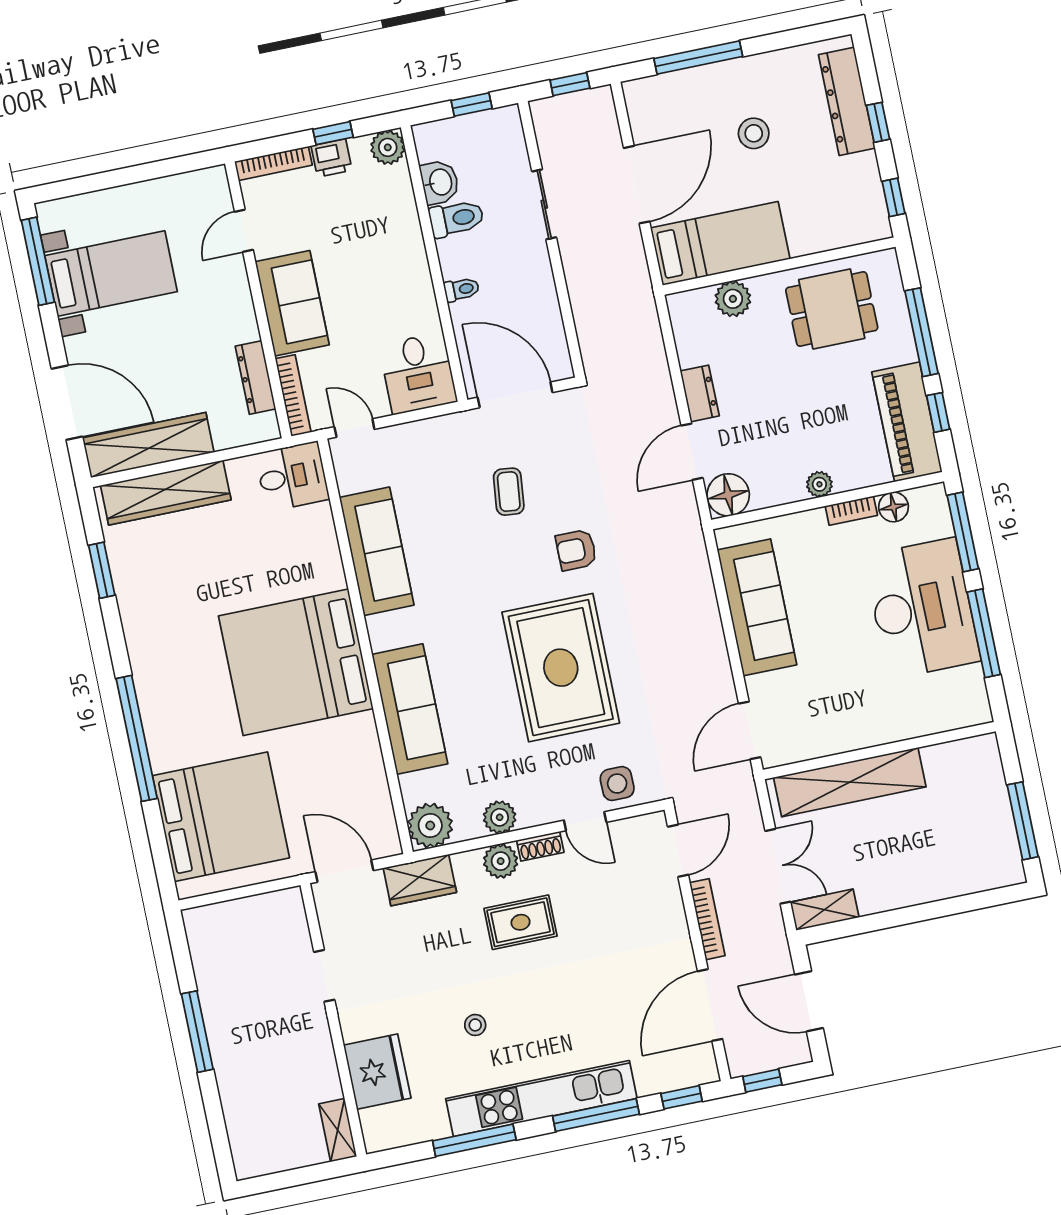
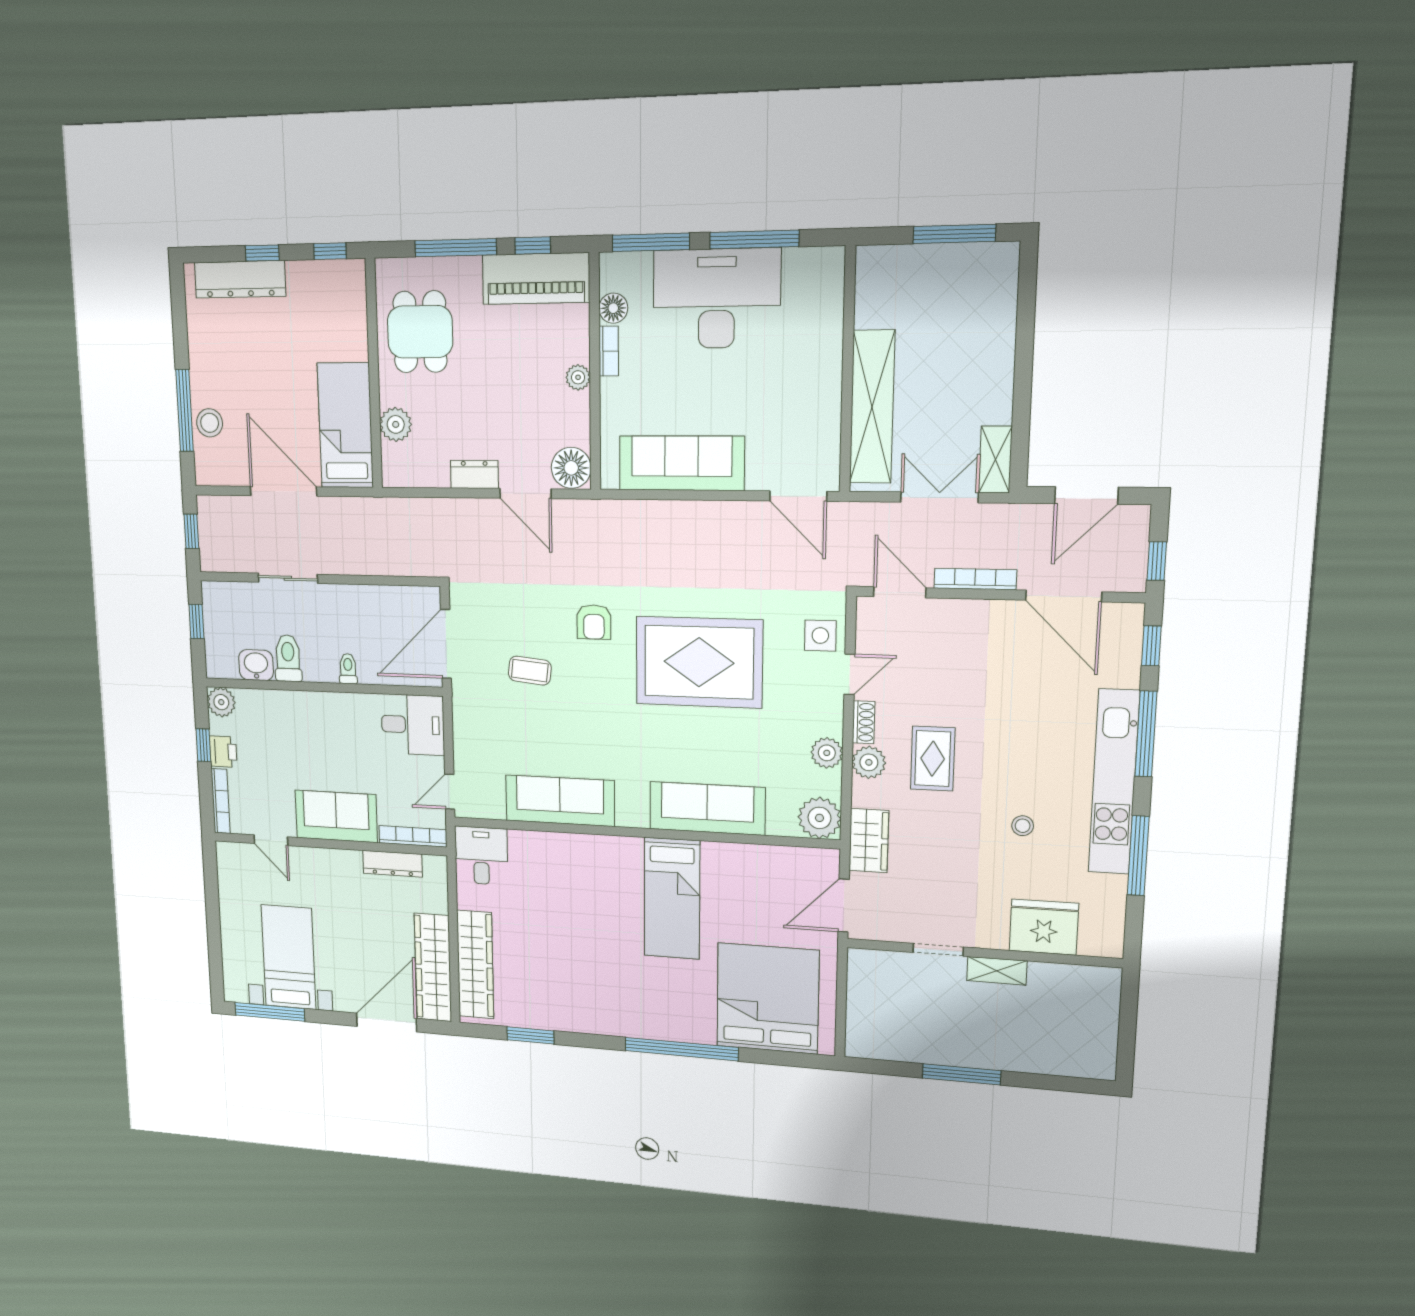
stool: (754, 133) -> (210, 423), moved
bed: (296, 662) -> (672, 898), width x0.49
shelving: (338, 1130) -> (997, 971), moved

